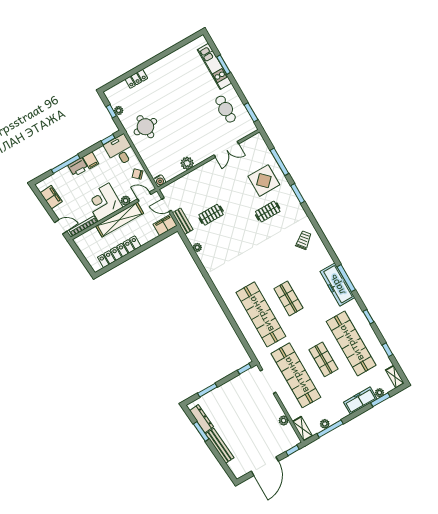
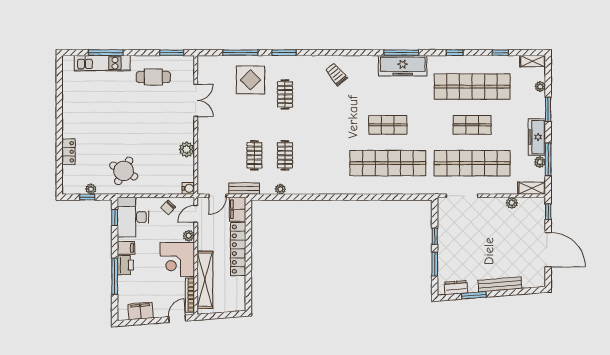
window: (223, 65) -> (106, 53), width x1.44
round table: (145, 127) -> (124, 171), turned 31
desk: (120, 150) -> (133, 217), width x1.37
shelving: (120, 220) -> (205, 280), moved
clothes rail: (224, 237) -> (285, 155), added
locker: (119, 252) -> (238, 249), moved
window: (244, 369) -> (435, 236), moved
window: (380, 400) -> (548, 109), moved
freezer: (360, 401) -> (537, 137), moved
dresser: (202, 419) -> (456, 288), width x0.70

